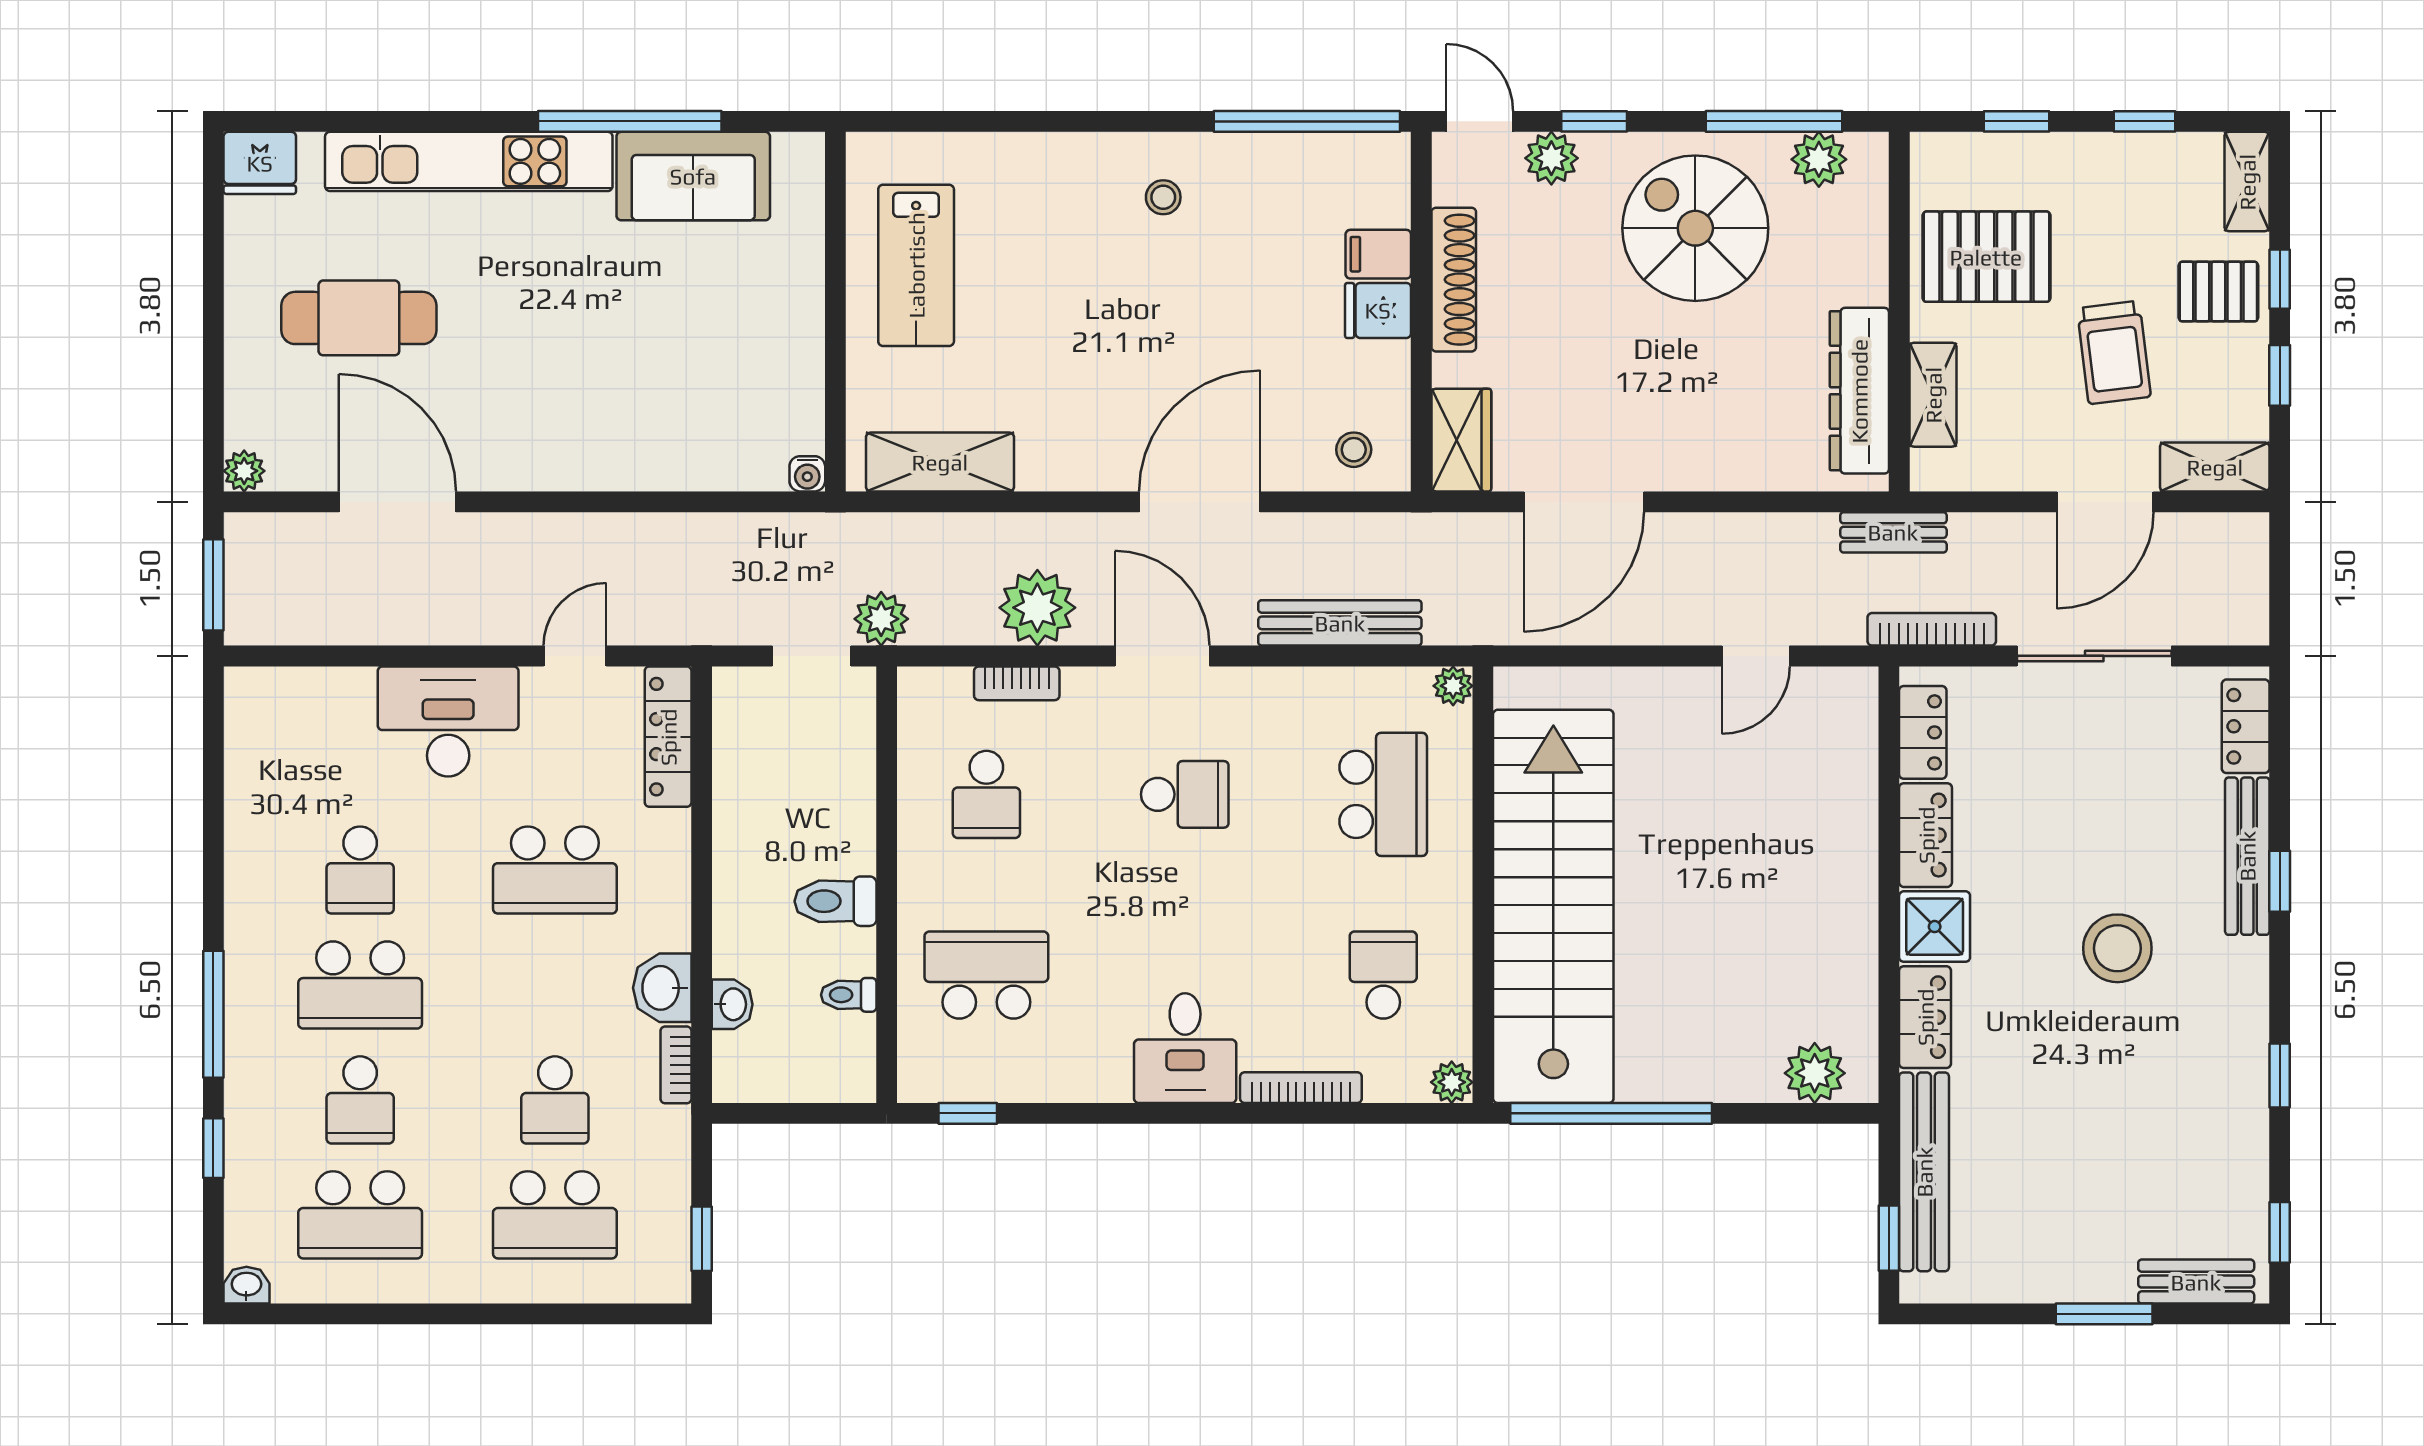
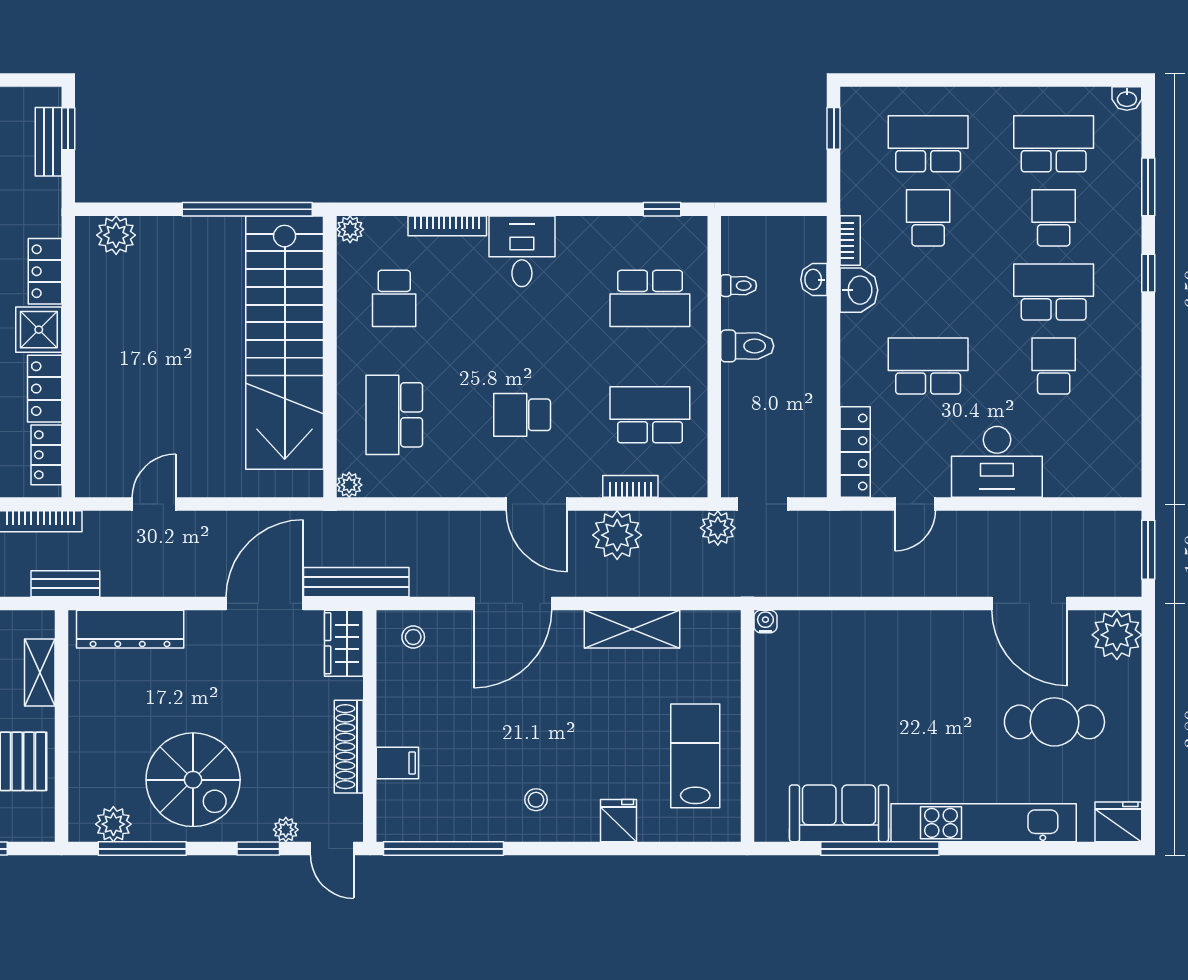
plant: (1551, 158) -> (286, 830), width x0.73, depth x0.73
fridge: (1378, 310) -> (618, 821), moved, turned -90
dresser: (1859, 391) -> (130, 629), moved, turned 90
shelving: (940, 462) -> (632, 629), moved
plant: (244, 471) -> (1117, 635), width x1.87, depth x1.87
bench: (1340, 623) -> (356, 582), moved
school desk: (986, 794) -> (650, 415), width x1.85
window: (213, 1014) -> (1148, 273), width x0.46
window: (213, 1148) -> (1148, 187), width x1.50
bench: (1924, 1172) -> (48, 142), width x0.54, depth x0.82

